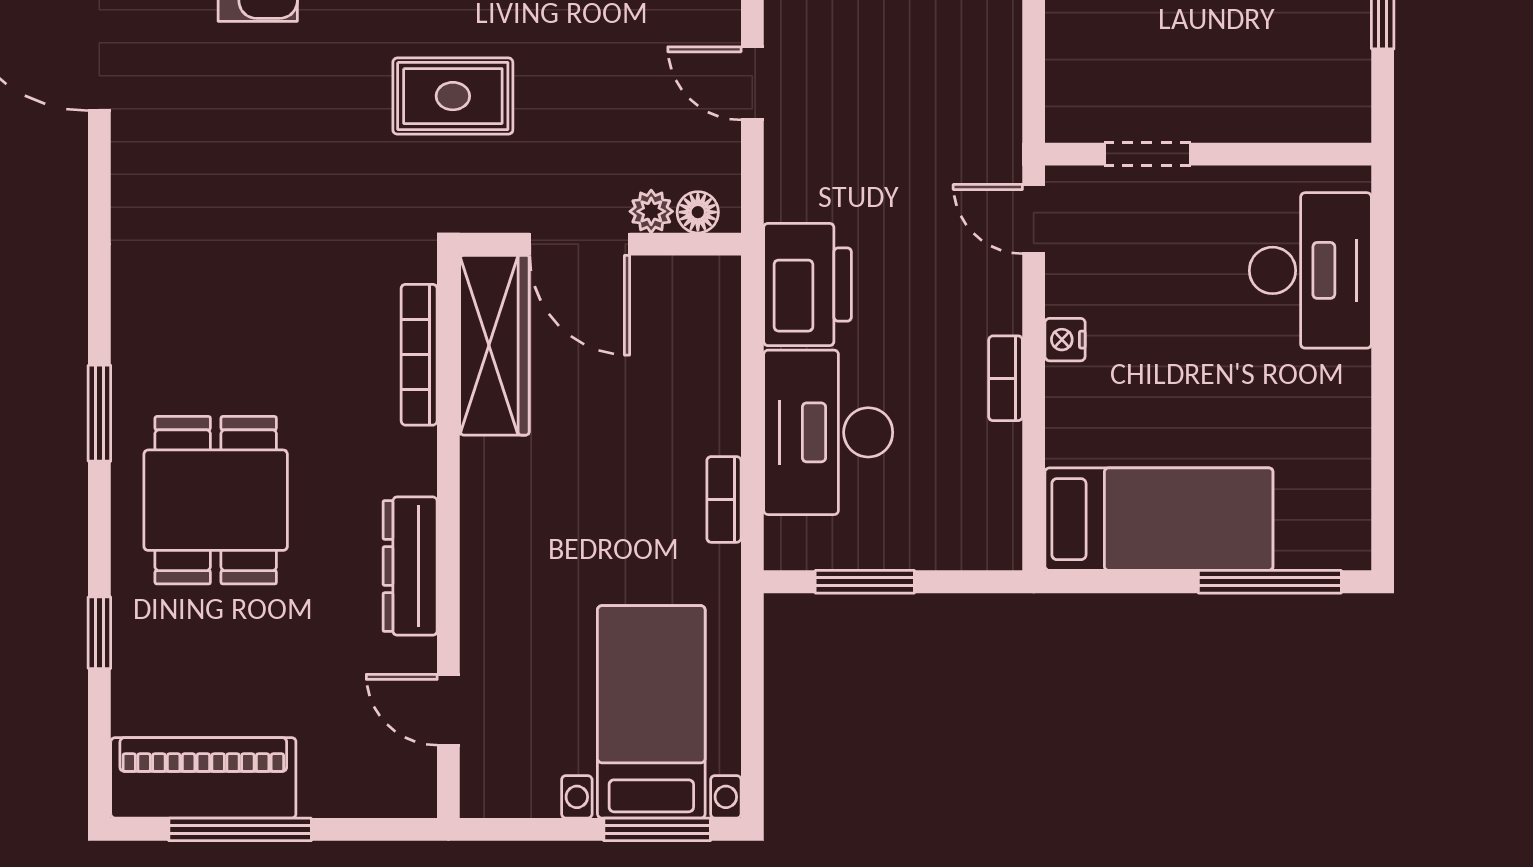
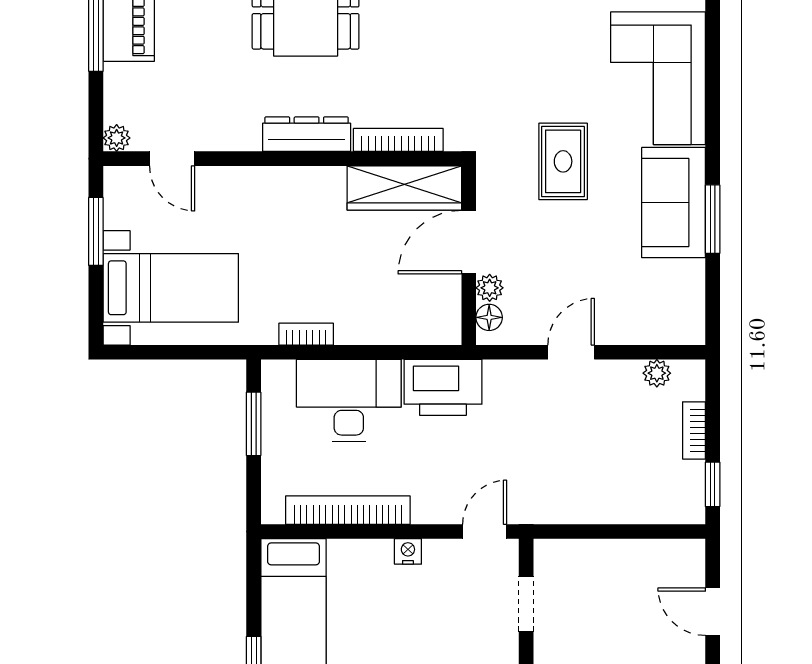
bookcase: (1006, 378) -> (348, 510), width x2.31, depth x1.31
dresser: (410, 566) -> (307, 134), moved
door: (448, 710) -> (172, 159), swing flipped
plant: (416, 797) -> (117, 138), added
window: (657, 829) -> (96, 231), moved

